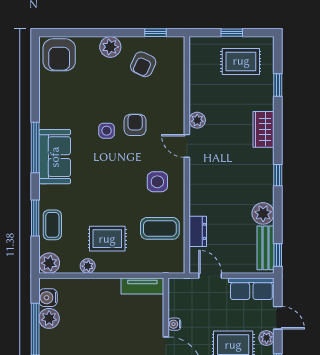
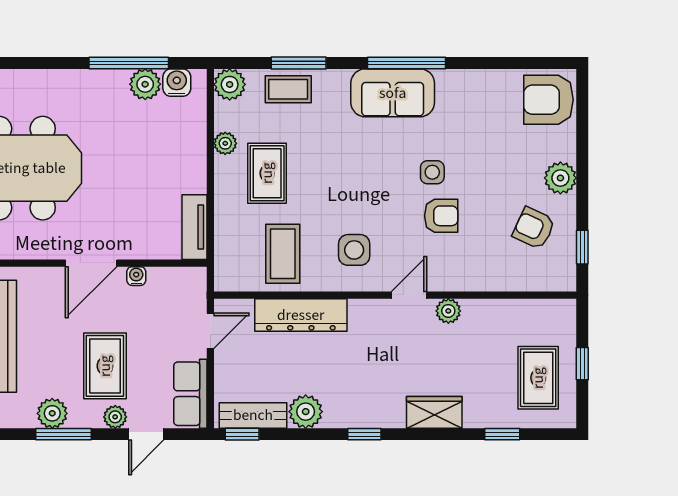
dresser: (198, 231) -> (301, 315), width x1.96, depth x1.24

